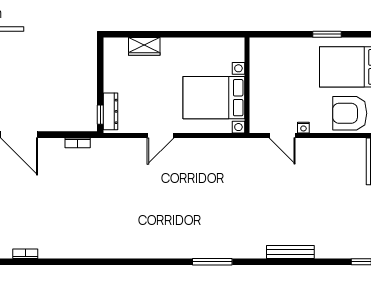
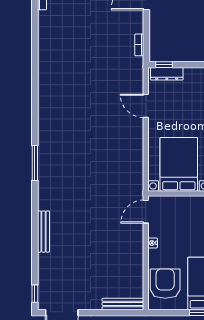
door: (161, 135) -> (146, 106), moved
door: (282, 135) -> (146, 212), moved

